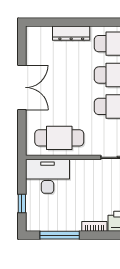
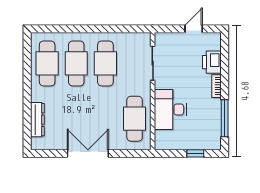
dresser: (71, 33) -> (37, 120), moved
desk: (48, 176) -> (170, 109), moved

